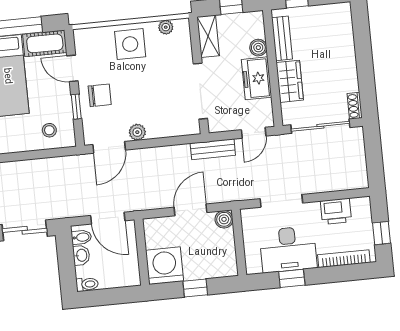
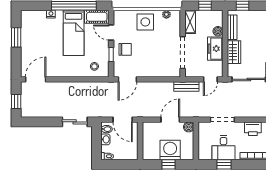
plant: (137, 132) -> (144, 72), removed
desk: (288, 249) -> (224, 148), width x0.73
washing machine: (165, 266) -> (170, 150), moved

